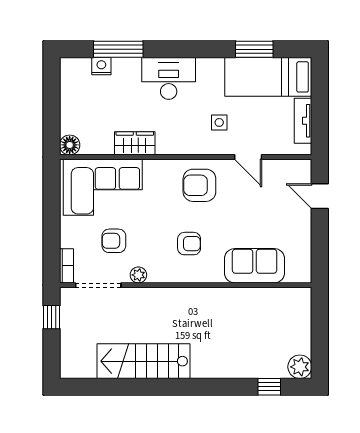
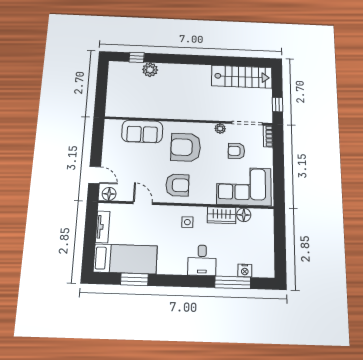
desk: (169, 78) -> (202, 260), width x0.73
side table: (219, 122) -> (187, 222), moved
floor lamp: (70, 145) -> (244, 215), moved
floor lamp: (297, 169) -> (109, 194), added
armchair: (114, 241) -> (236, 151), turned 180
armchair: (189, 244) -> (186, 147), width x1.88, depth x1.88
stairs: (143, 361) -> (242, 77), moved
plant: (300, 367) -> (150, 70), moved

